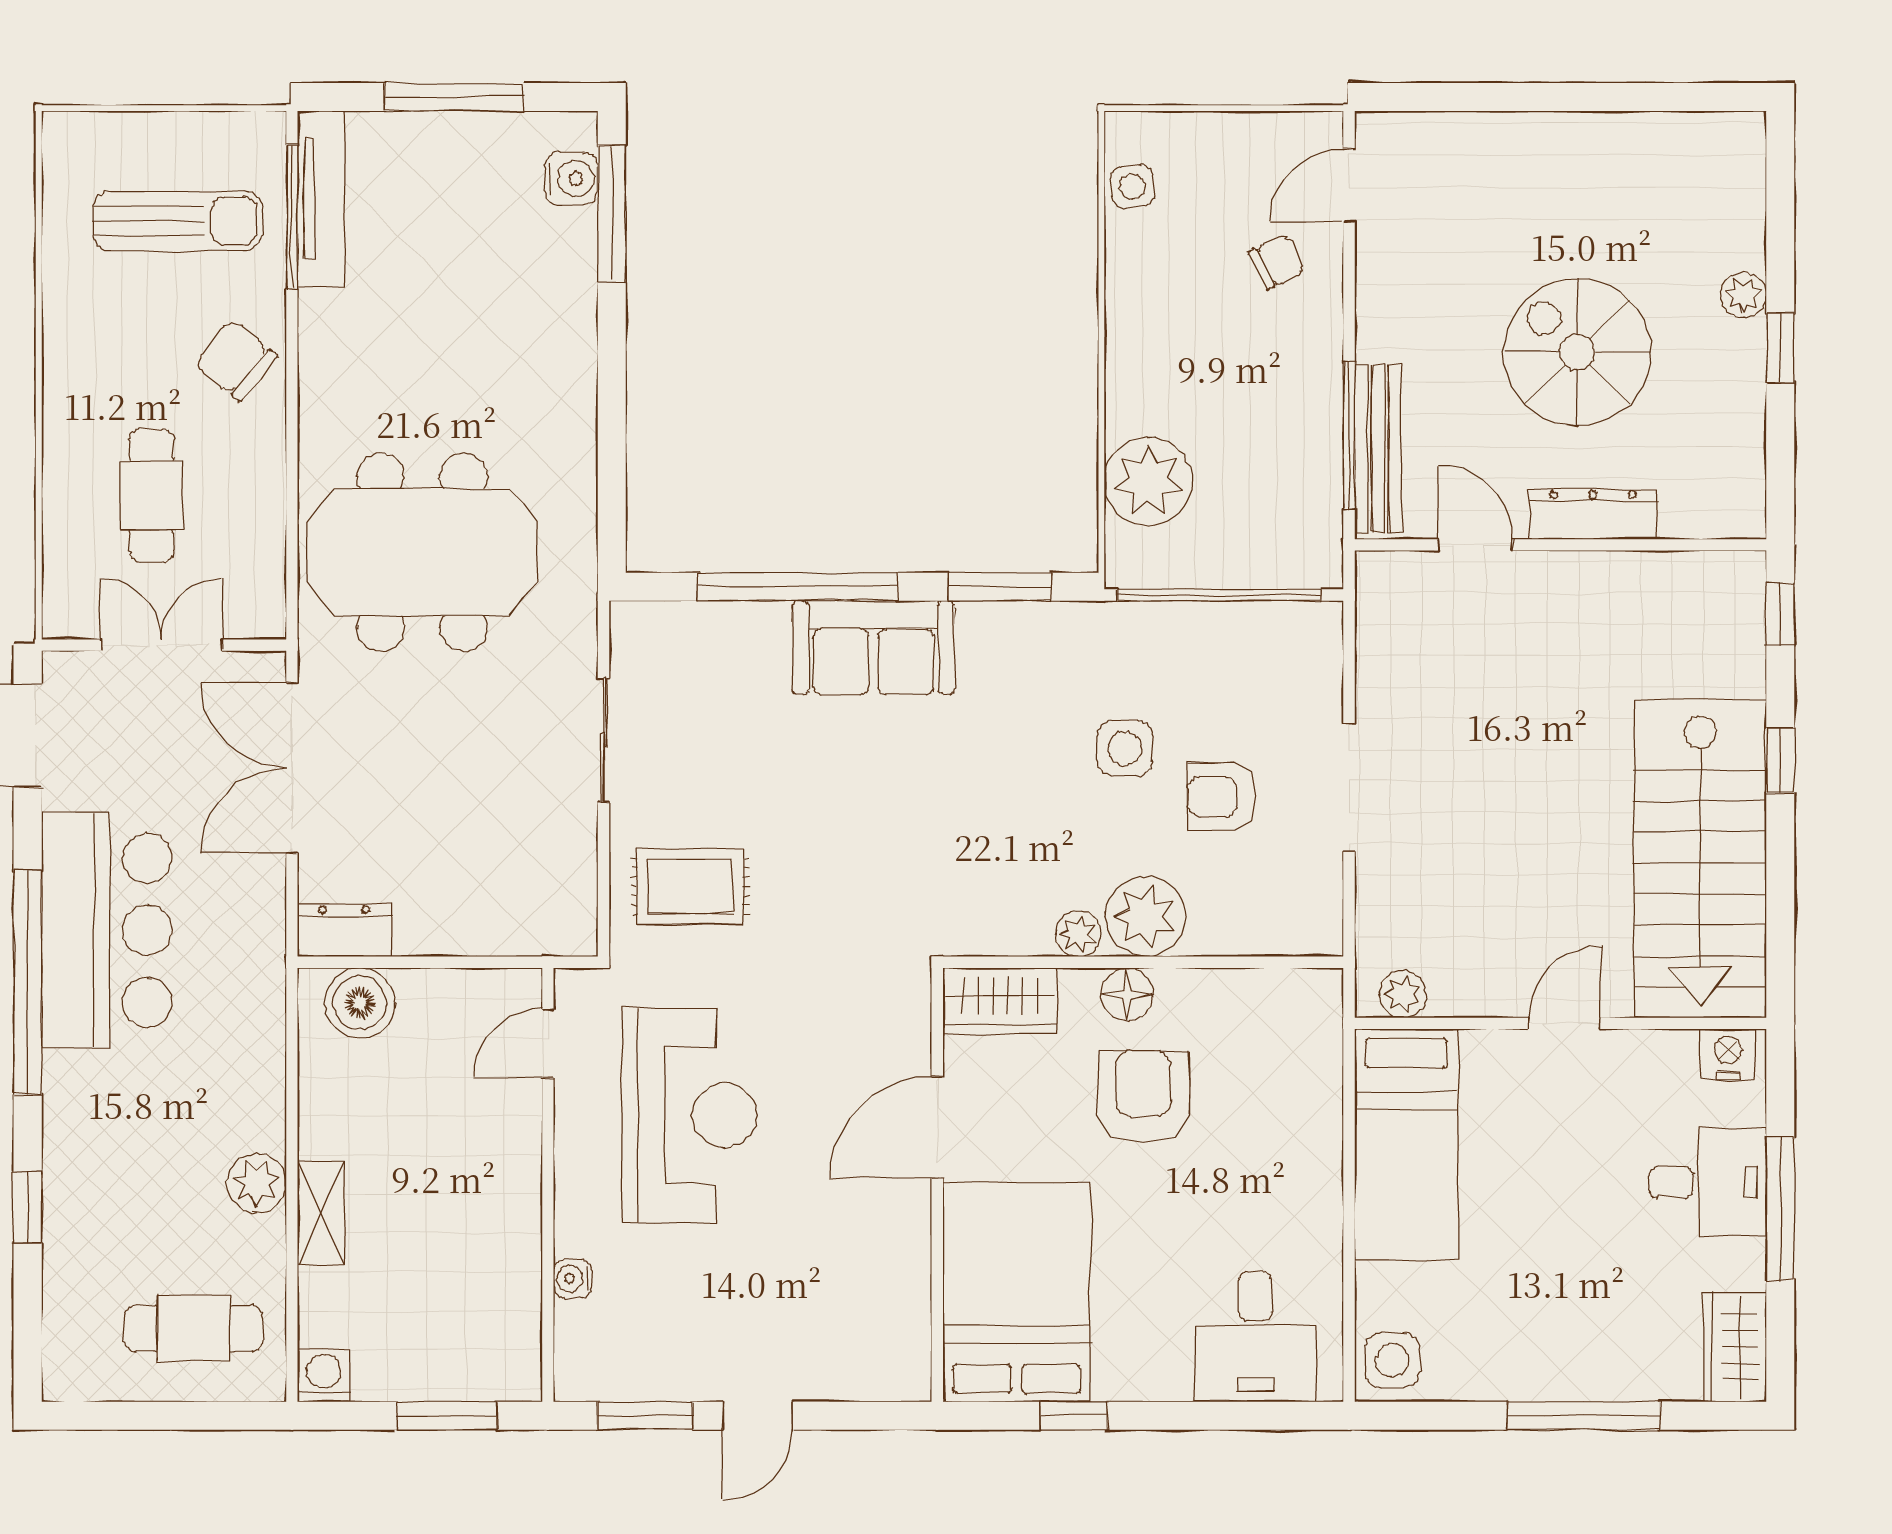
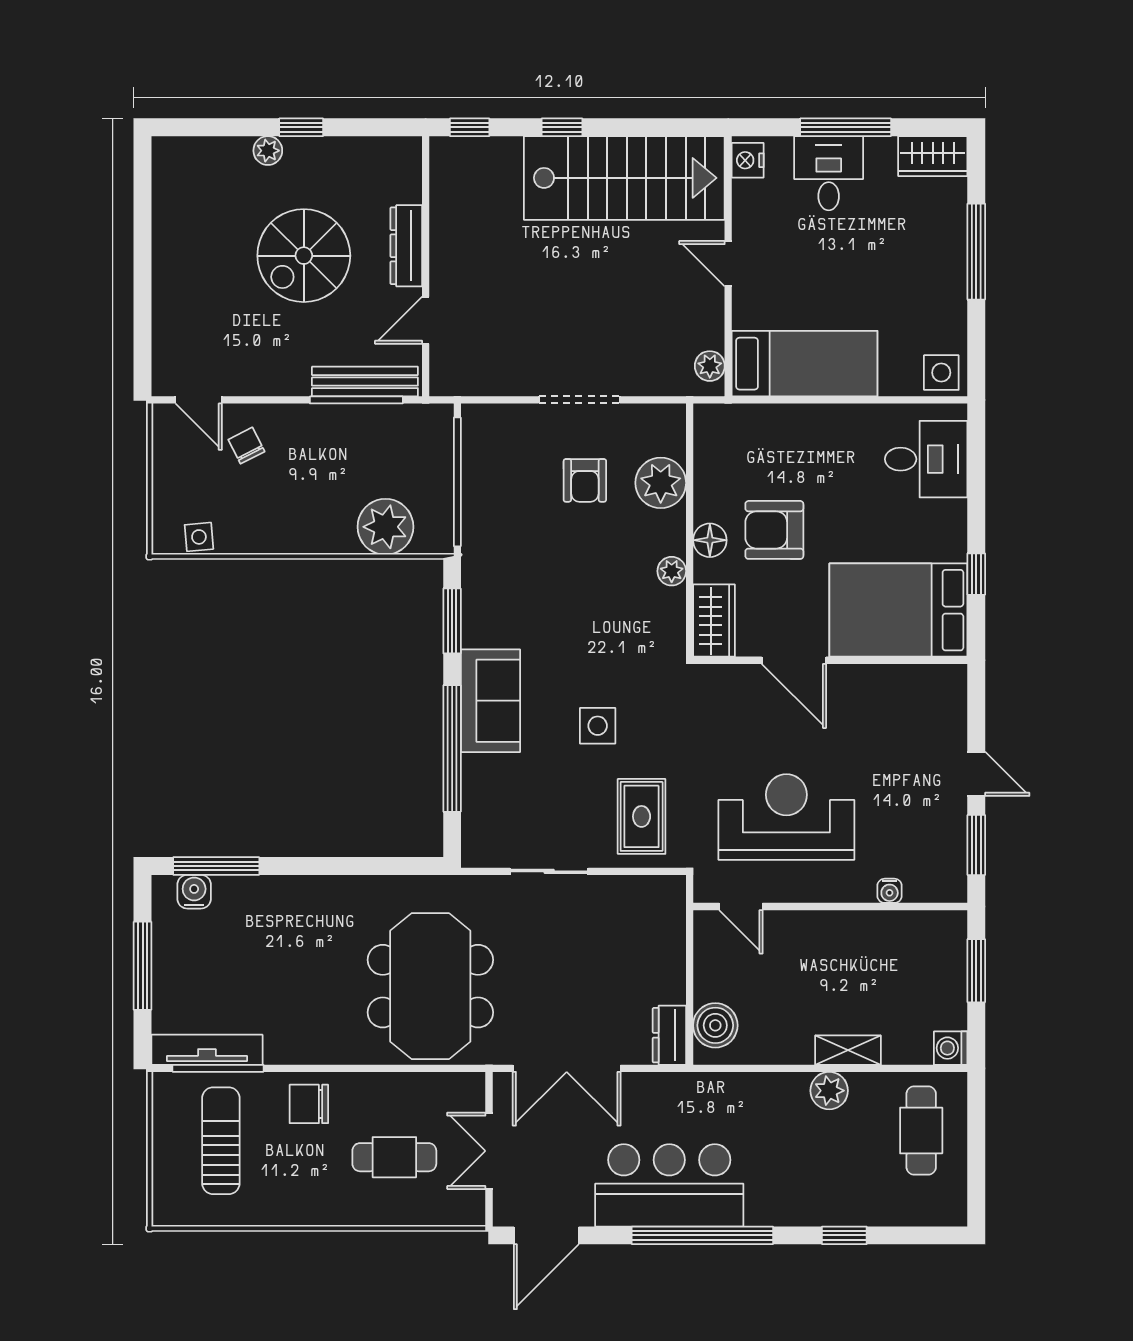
chair: (236, 360) -> (309, 1104), turned 51
side table: (1125, 748) -> (598, 726), moved
plant: (1145, 917) -> (661, 483), moved

